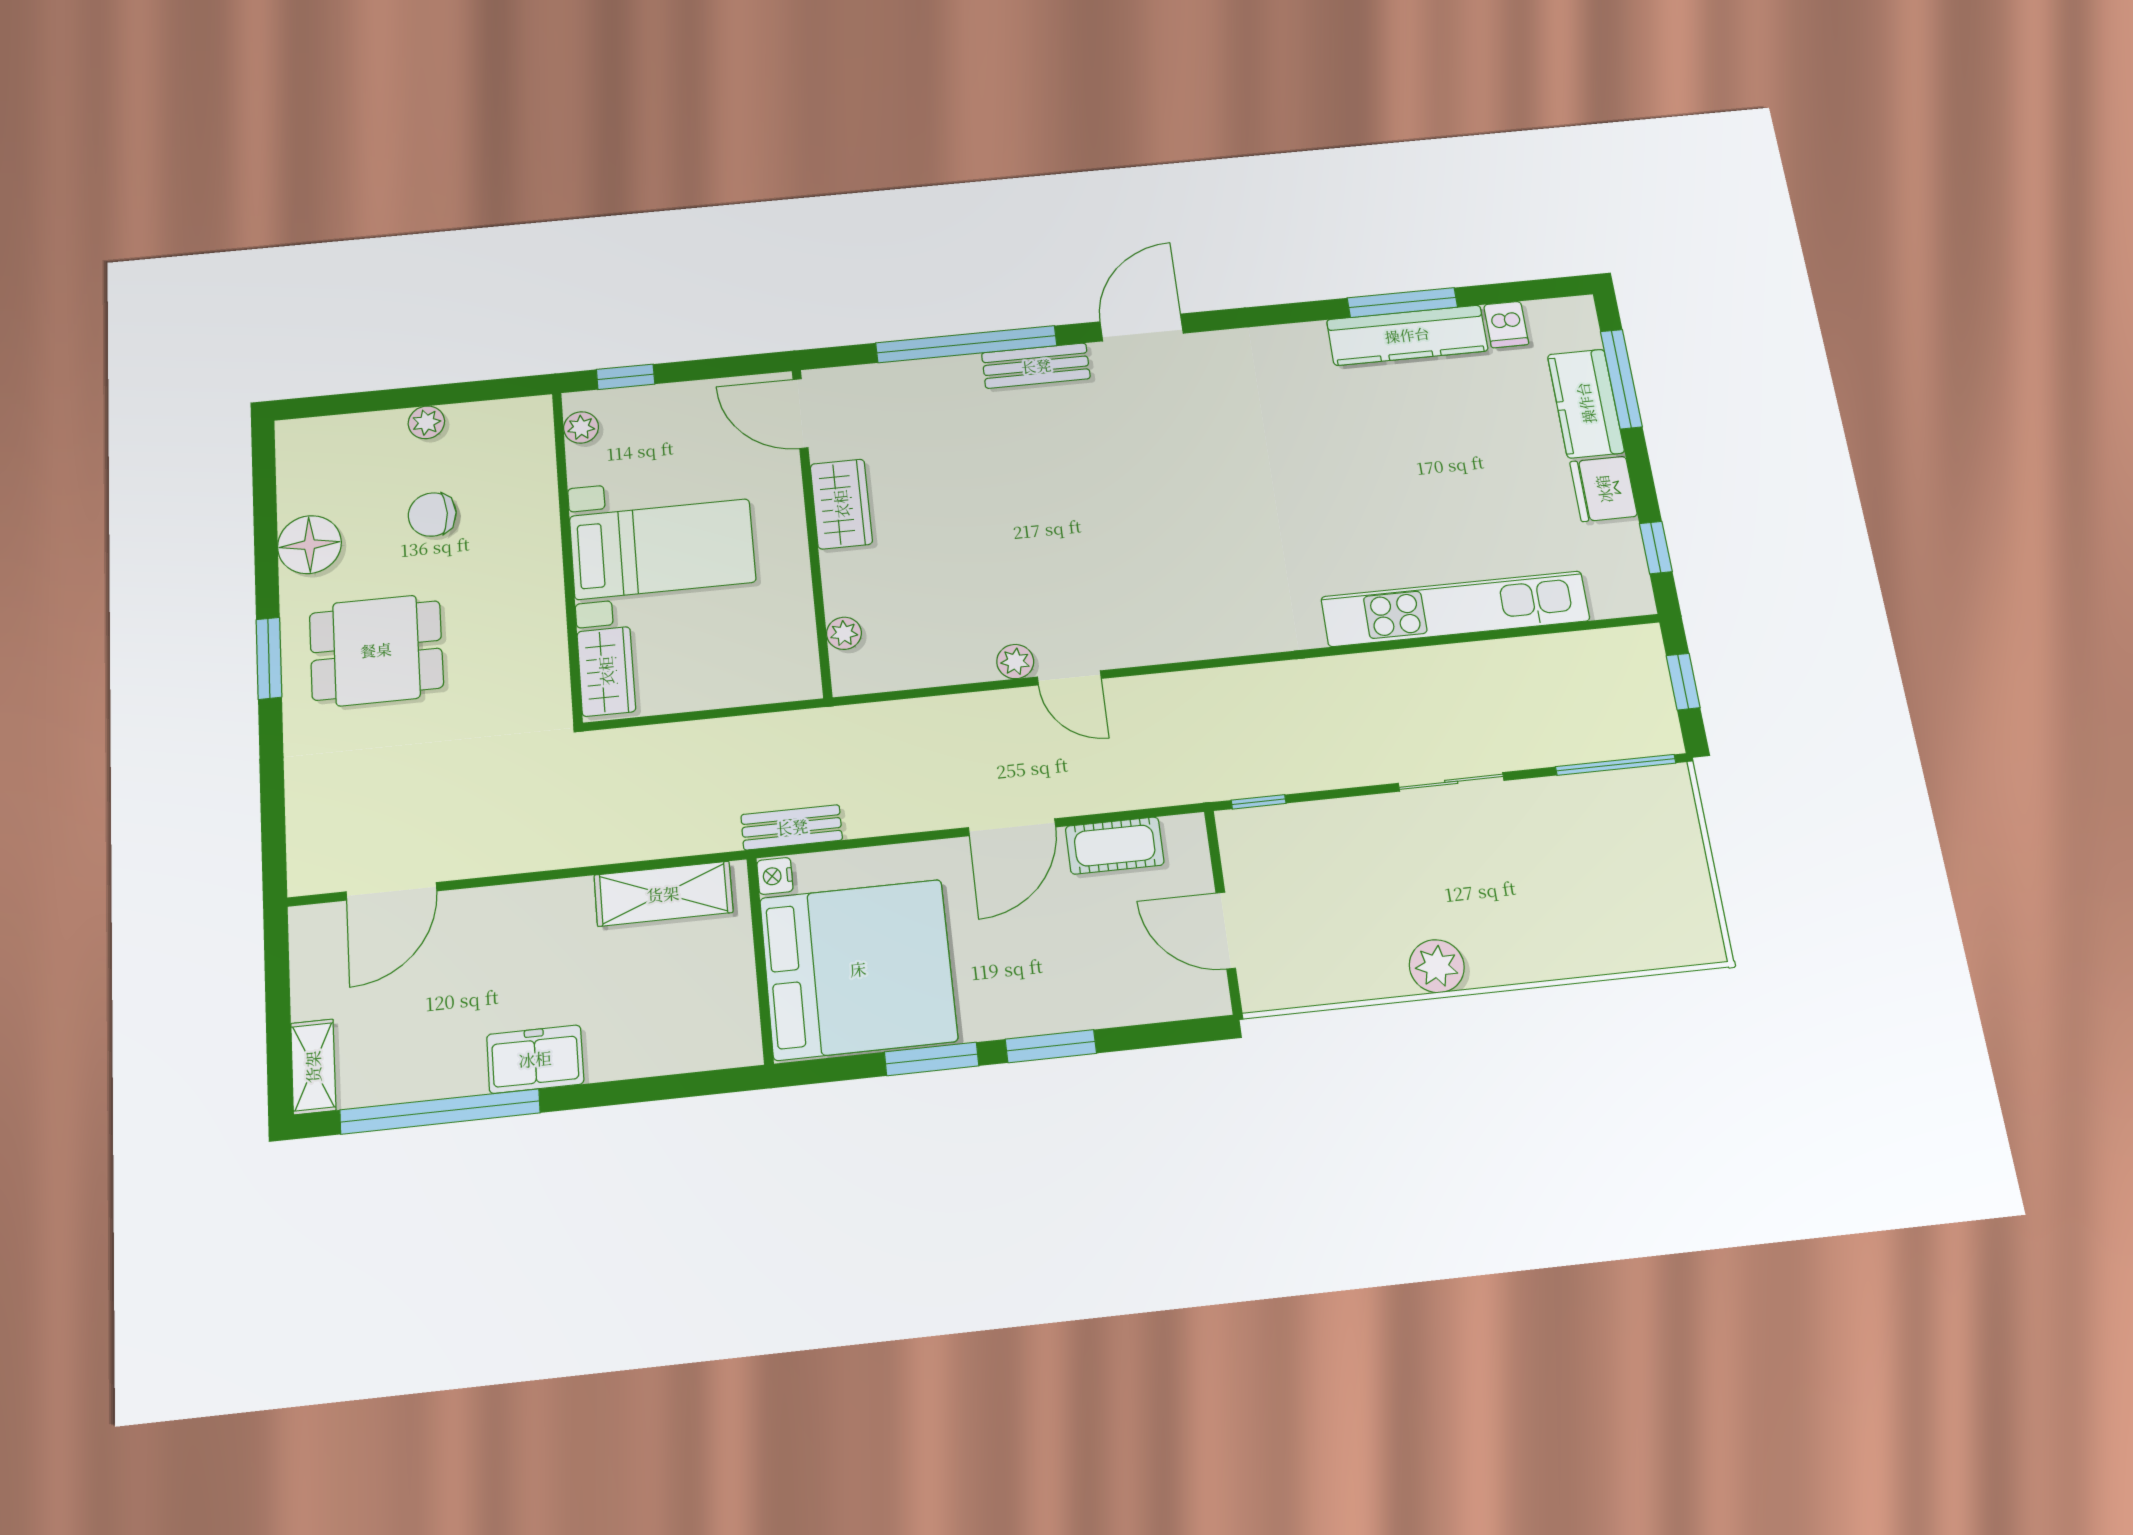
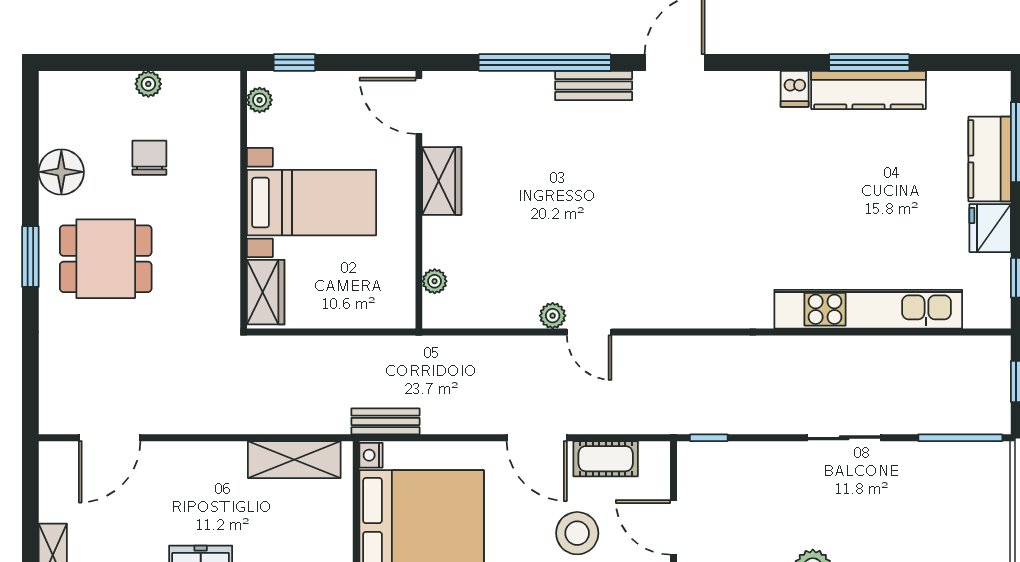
dishwasher: (1506, 325) -> (795, 89), moved
chair: (432, 515) -> (149, 158), turned 90
door: (1012, 827) -> (537, 438), hinge flipped
stool: (1087, 953) -> (577, 533), added

